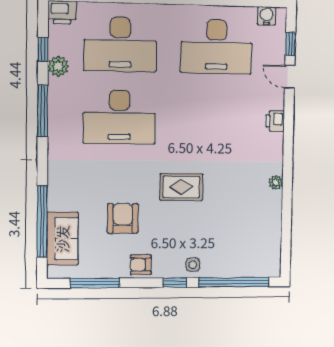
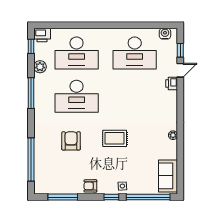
window: (43, 49) -> (31, 46), moved
door: (290, 77) -> (180, 70), swing flipped
printer: (275, 121) -> (172, 84), moved
armchair: (123, 218) -> (71, 141), moved
sofa: (62, 239) -> (168, 176), moved, turned 180

